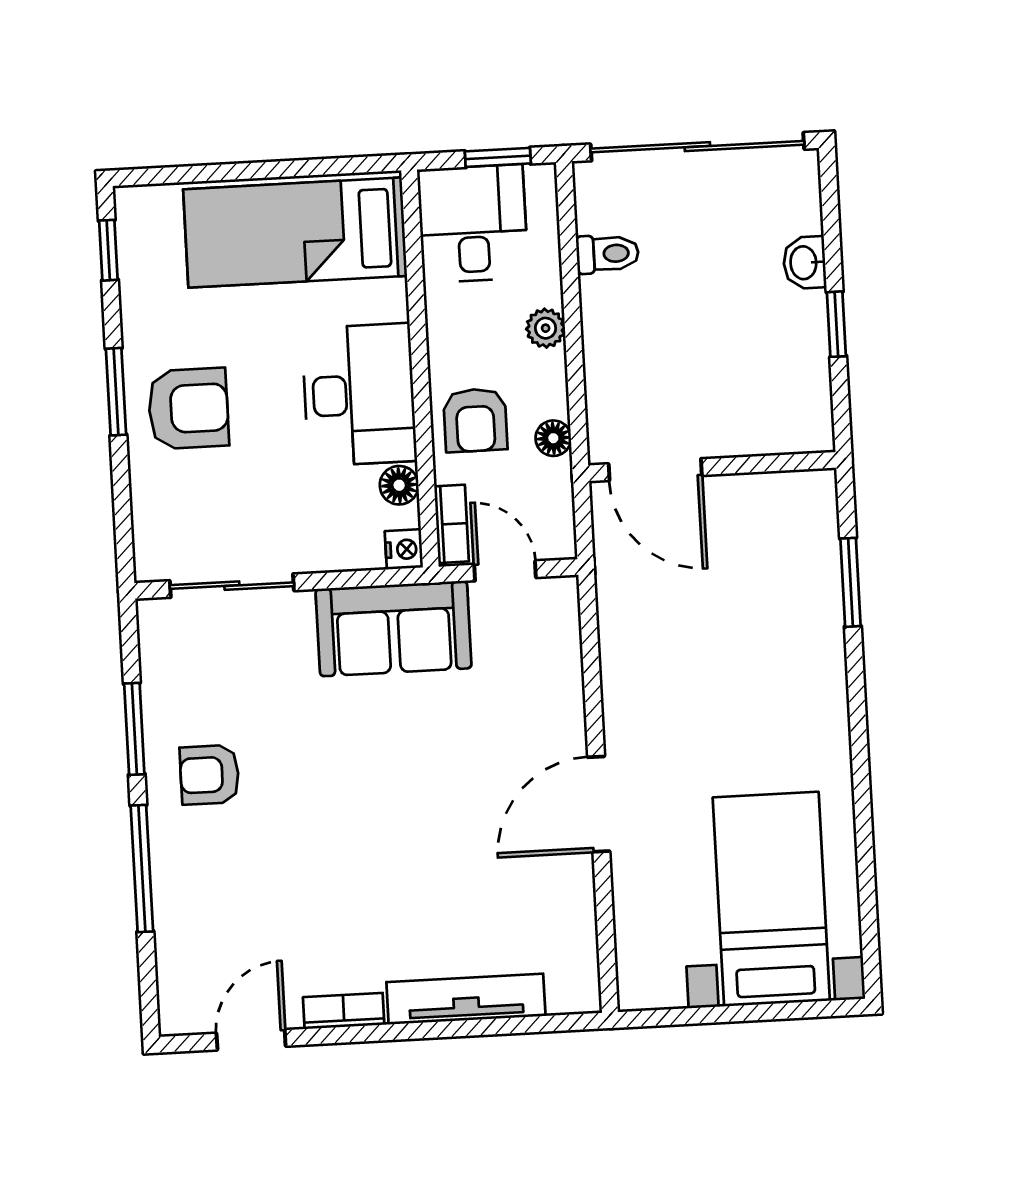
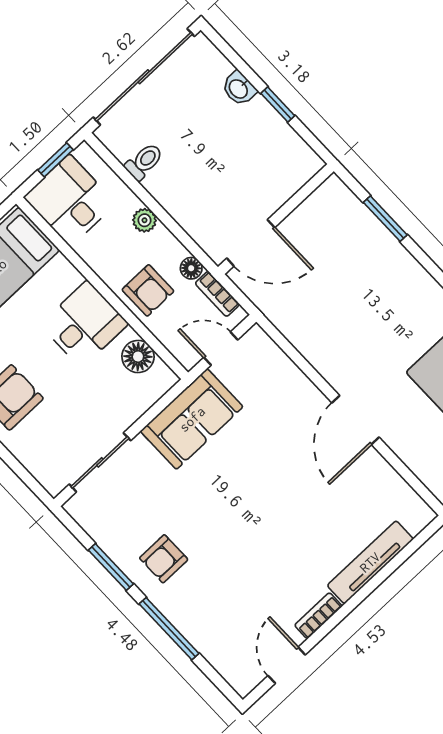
desk: (359, 395) -> (84, 324), width x0.73
floor lamp: (399, 485) -> (138, 357), width x1.37, depth x1.37
bookcase: (452, 524) -> (217, 294), moved, turned 180
nightstand: (404, 549) -> (165, 378), removed

